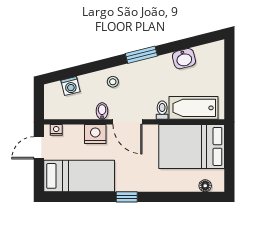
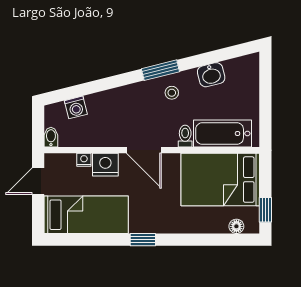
stool: (113, 82) -> (172, 93), moved
bidet: (102, 111) -> (51, 137), moved
nightstand: (56, 130) -> (84, 160), moved
window: (229, 172) -> (265, 210), added

